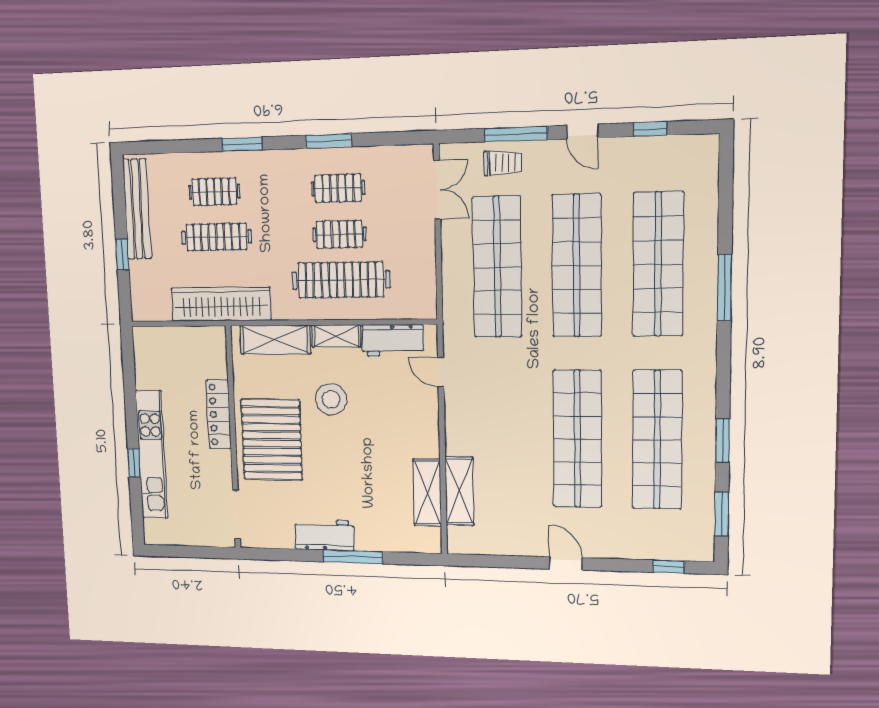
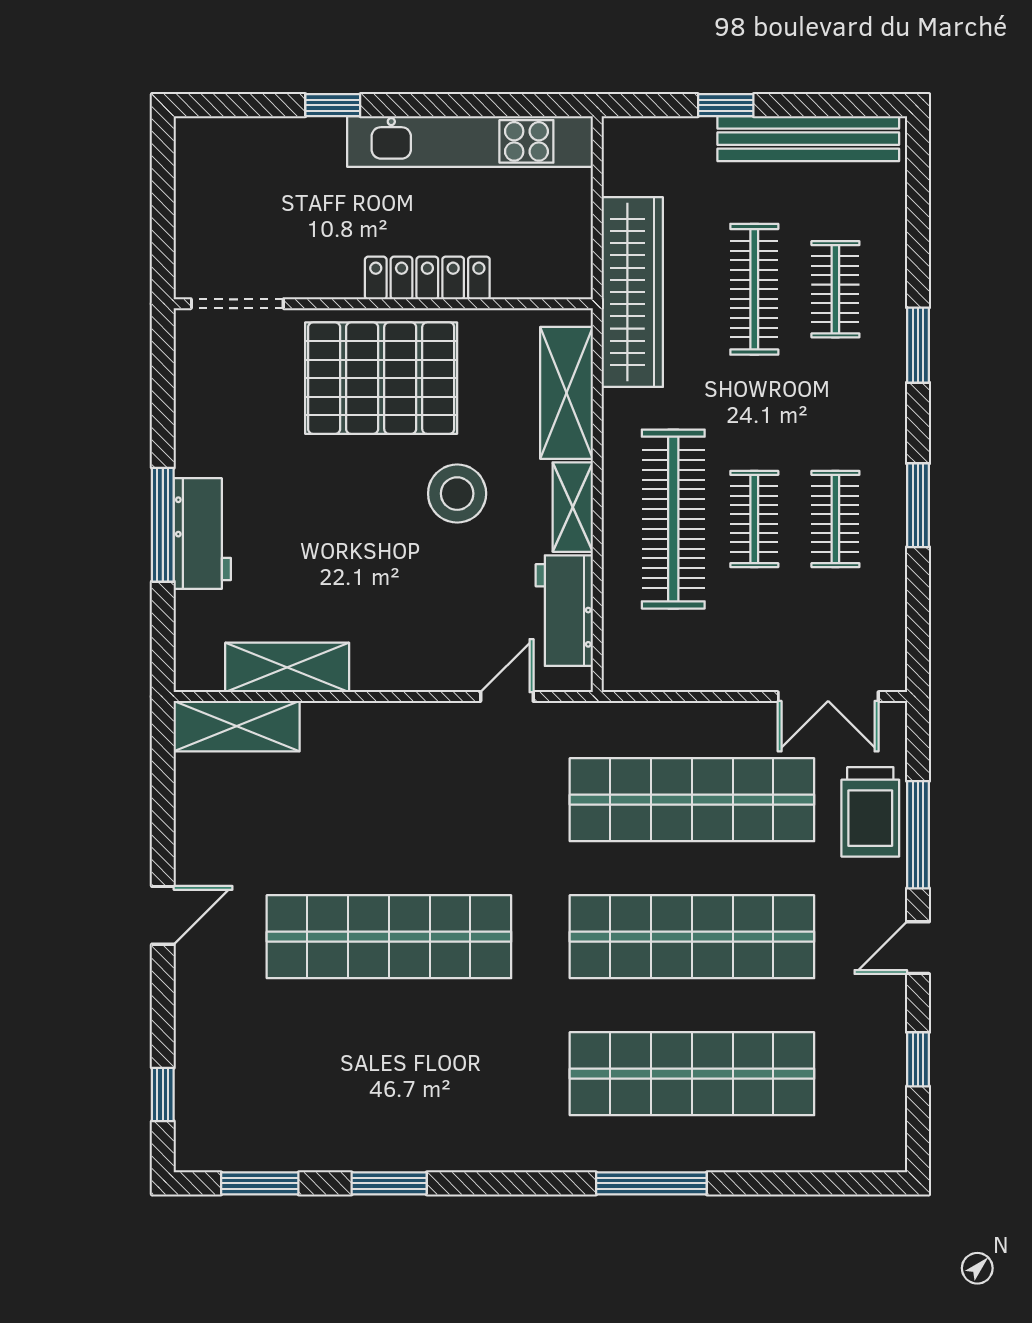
trolley: (503, 163) -> (870, 812), width x1.36, depth x1.39
shop shelf: (657, 440) -> (389, 1074), removed
kitchen unit: (152, 455) -> (470, 141), moved
shelving: (459, 491) -> (237, 726), moved
workbench: (324, 535) -> (202, 534), moved

